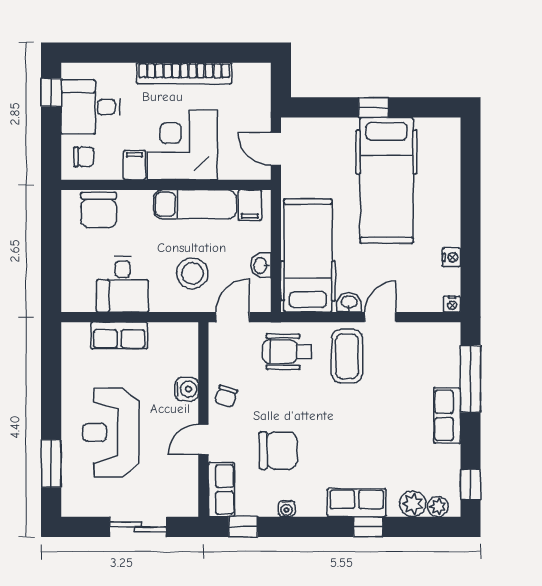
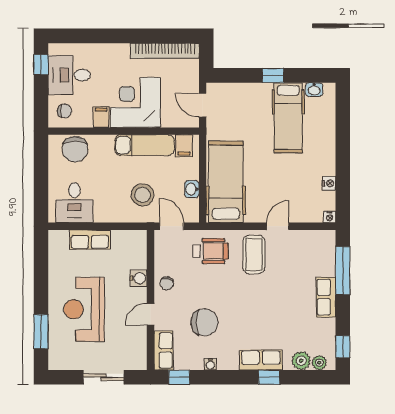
bookcase: (184, 73) -> (165, 51), moved
hospital bed: (387, 180) -> (288, 118), width x0.73, depth x0.78
desk: (123, 284) -> (74, 203), moved
washbasin: (349, 302) -> (314, 90), moved, turned 180
door: (233, 317) -> (172, 226), hinge flipped
wheelchair: (287, 352) -> (211, 251), turned 180

